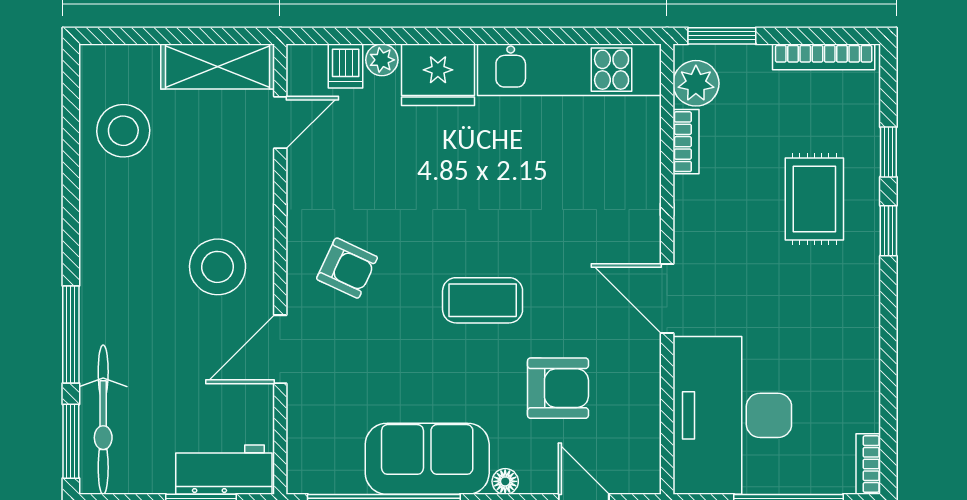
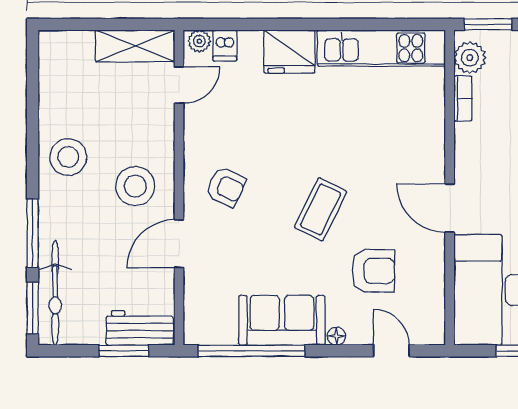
plant: (382, 60) -> (199, 41), moved
stool: (123, 131) -> (68, 157), moved
coffee table: (483, 300) -> (321, 209), turned -64

